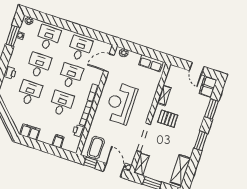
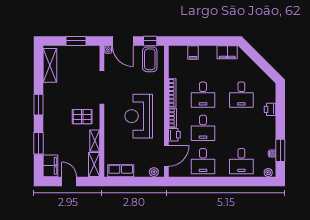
desk: (39, 65) -> (241, 128), removed
reception desk: (121, 103) -> (139, 116), turned 180
printer: (79, 131) -> (174, 135), moved
shelving: (142, 164) -> (94, 164), moved

